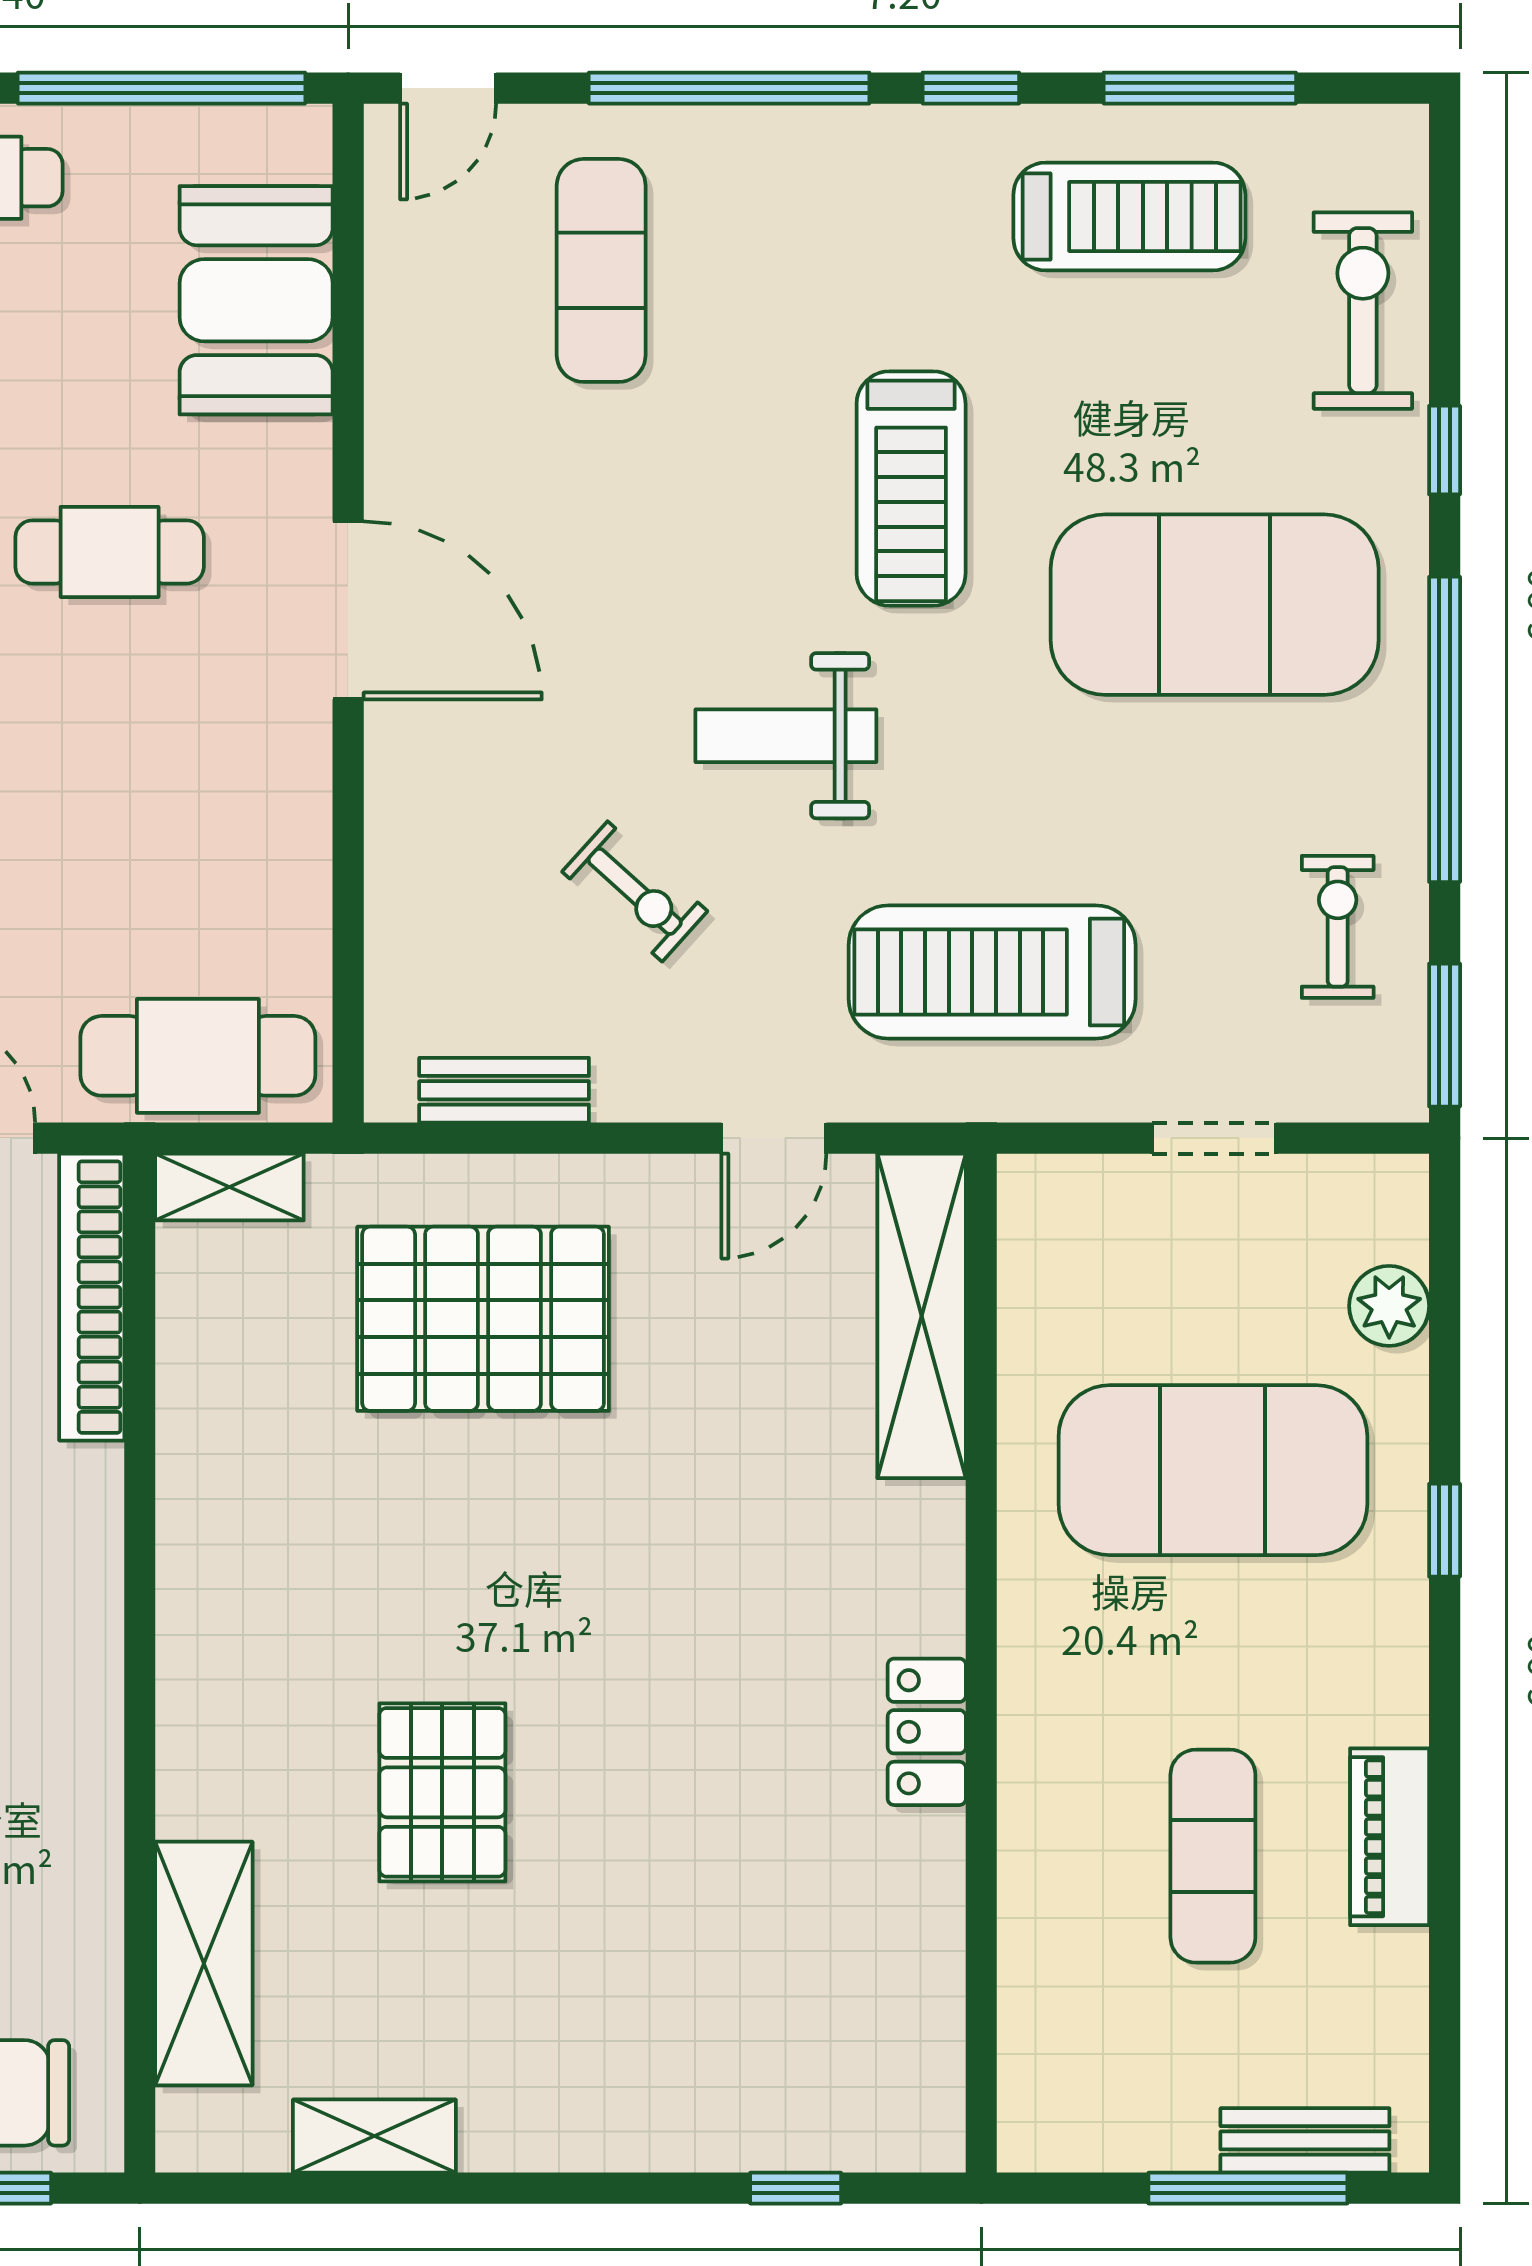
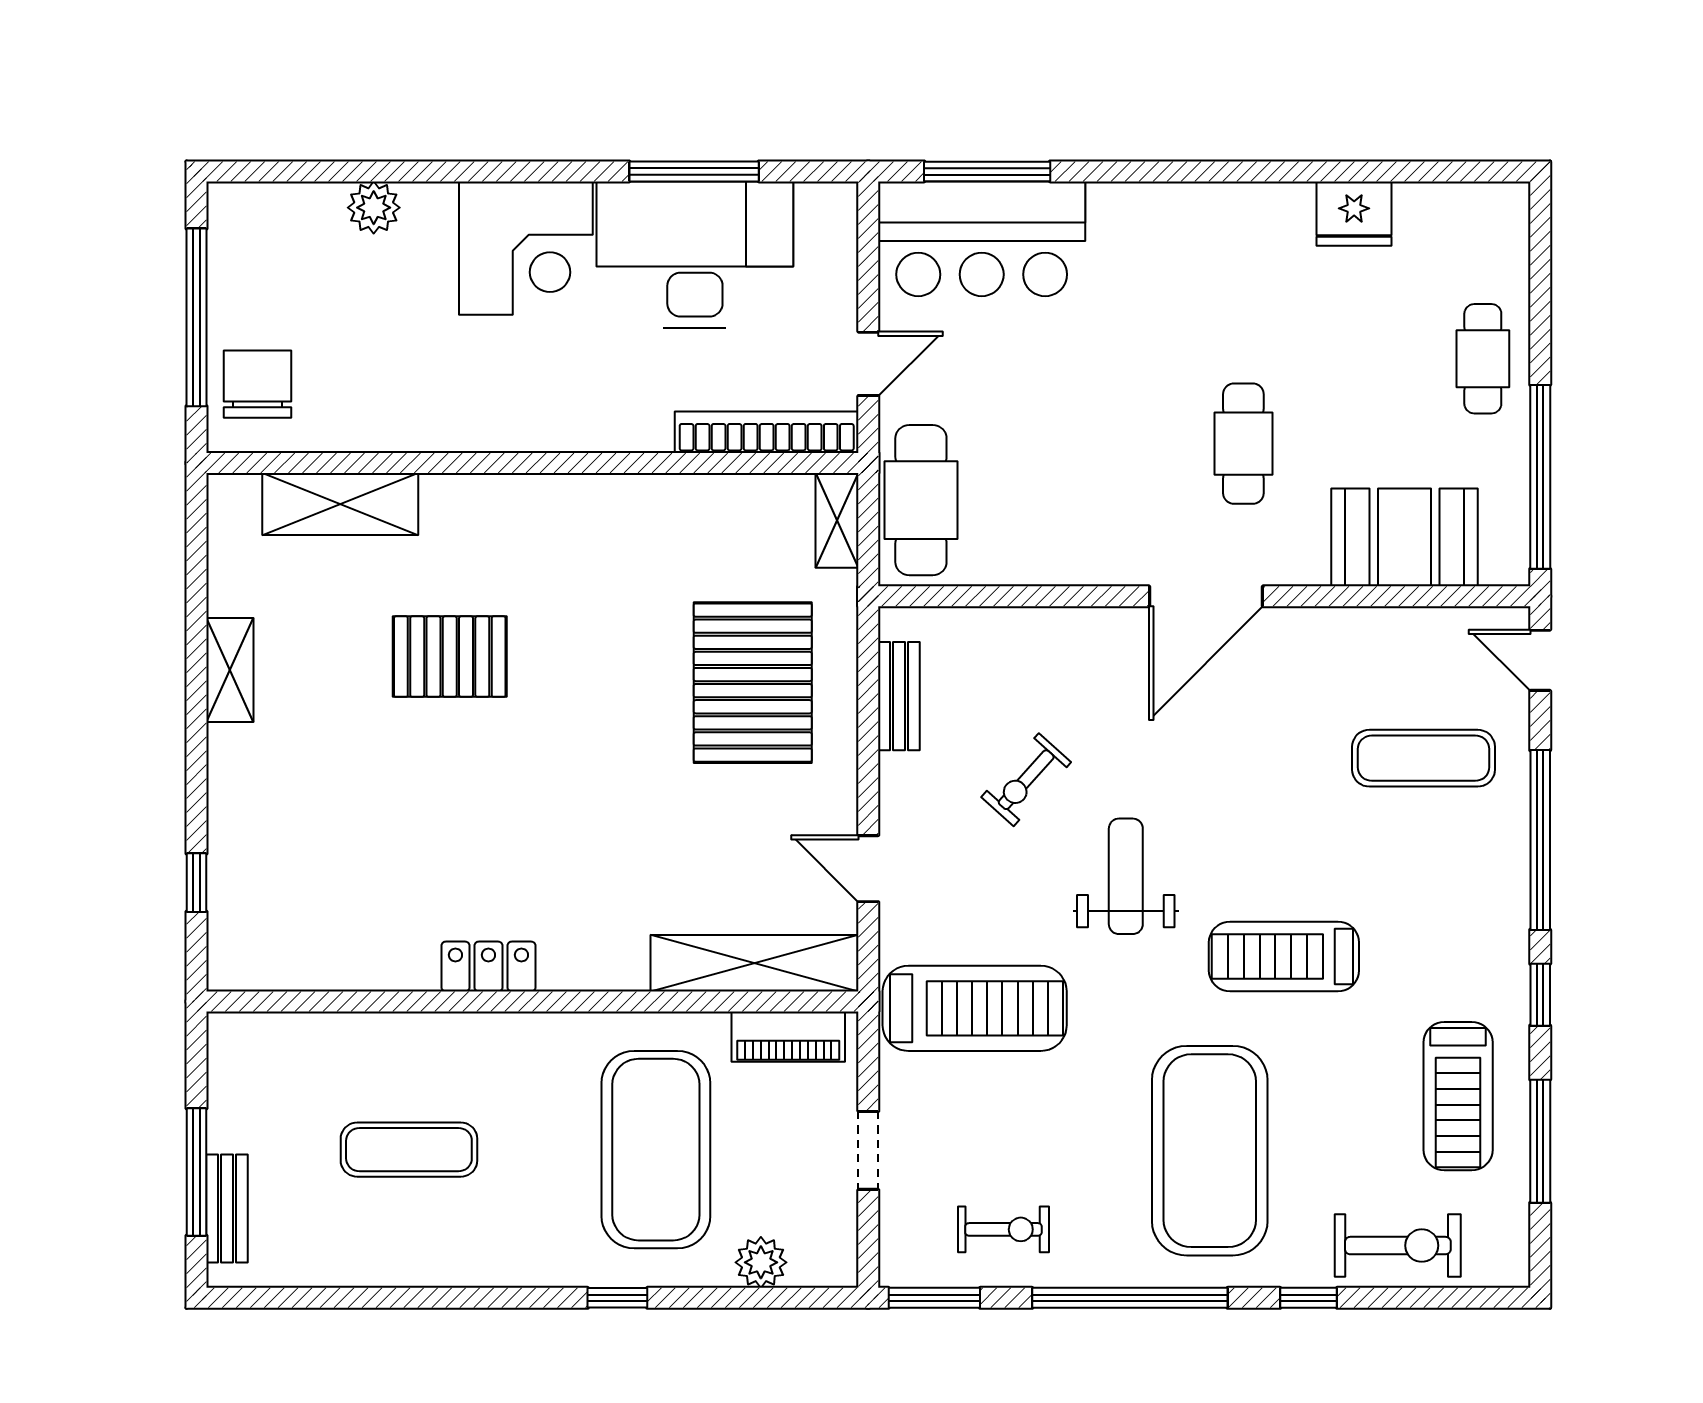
treadmill: (992, 972) -> (975, 1008), turned 90
piano: (1390, 1837) -> (788, 1037), moved, turned 180
shelving: (374, 2136) -> (230, 670), moved

